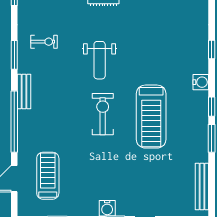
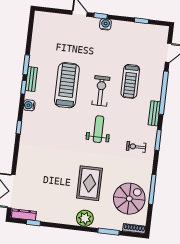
exercise bike: (103, 114) -> (101, 91), turned 180
treadmill: (48, 176) -> (130, 81), moved
bench: (202, 187) -> (31, 79), moved, width x0.73

